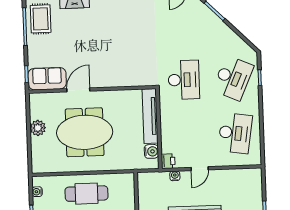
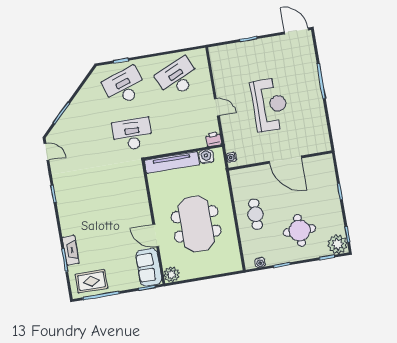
desk: (233, 78) -> (124, 87), turned -42
plant: (38, 128) -> (172, 274), moved
desk: (235, 133) -> (178, 78), turned -33
water cooler: (175, 176) -> (231, 157), moved
cafe table: (87, 194) -> (256, 214), width x0.73, depth x0.74

